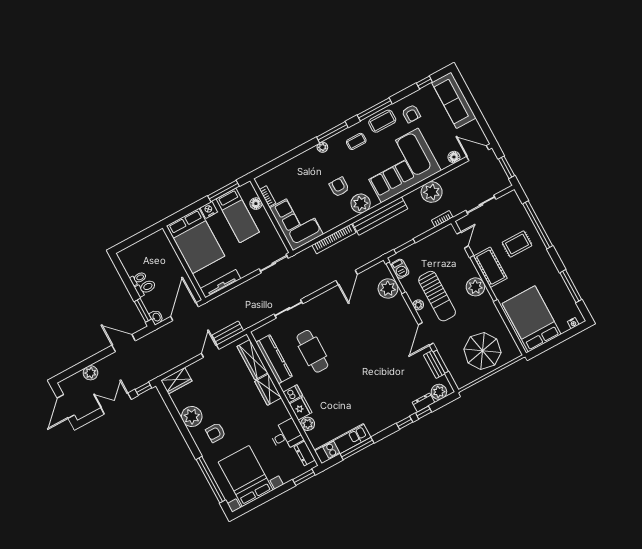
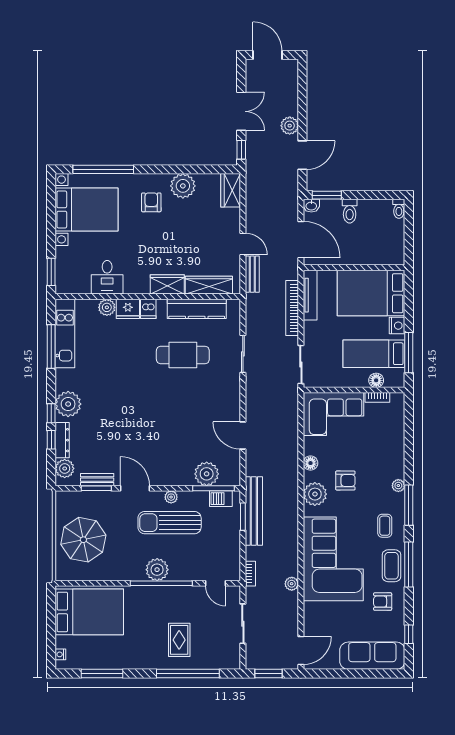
floor lamp: (454, 157) -> (310, 463), moved
plant: (432, 192) -> (292, 584), width x0.53, depth x0.53
bench: (380, 216) -> (254, 511), moved
bookcase: (334, 239) -> (292, 308), moved
cot: (490, 267) -> (170, 598), removed
toilet: (138, 278) -> (399, 209), moved
plant: (90, 373) -> (290, 126), moved
dresser: (423, 402) -> (62, 440), width x1.44
plant: (392, 414) -> (68, 404), added
dresser: (305, 453) -> (77, 287), removed

